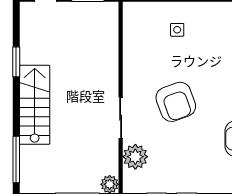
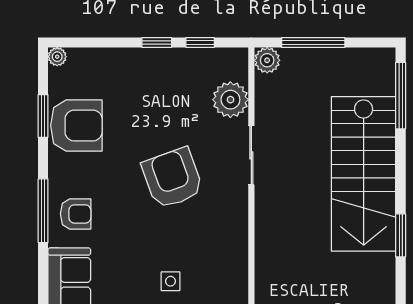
stairs: (35, 105) -> (364, 174), width x1.36, depth x1.51

